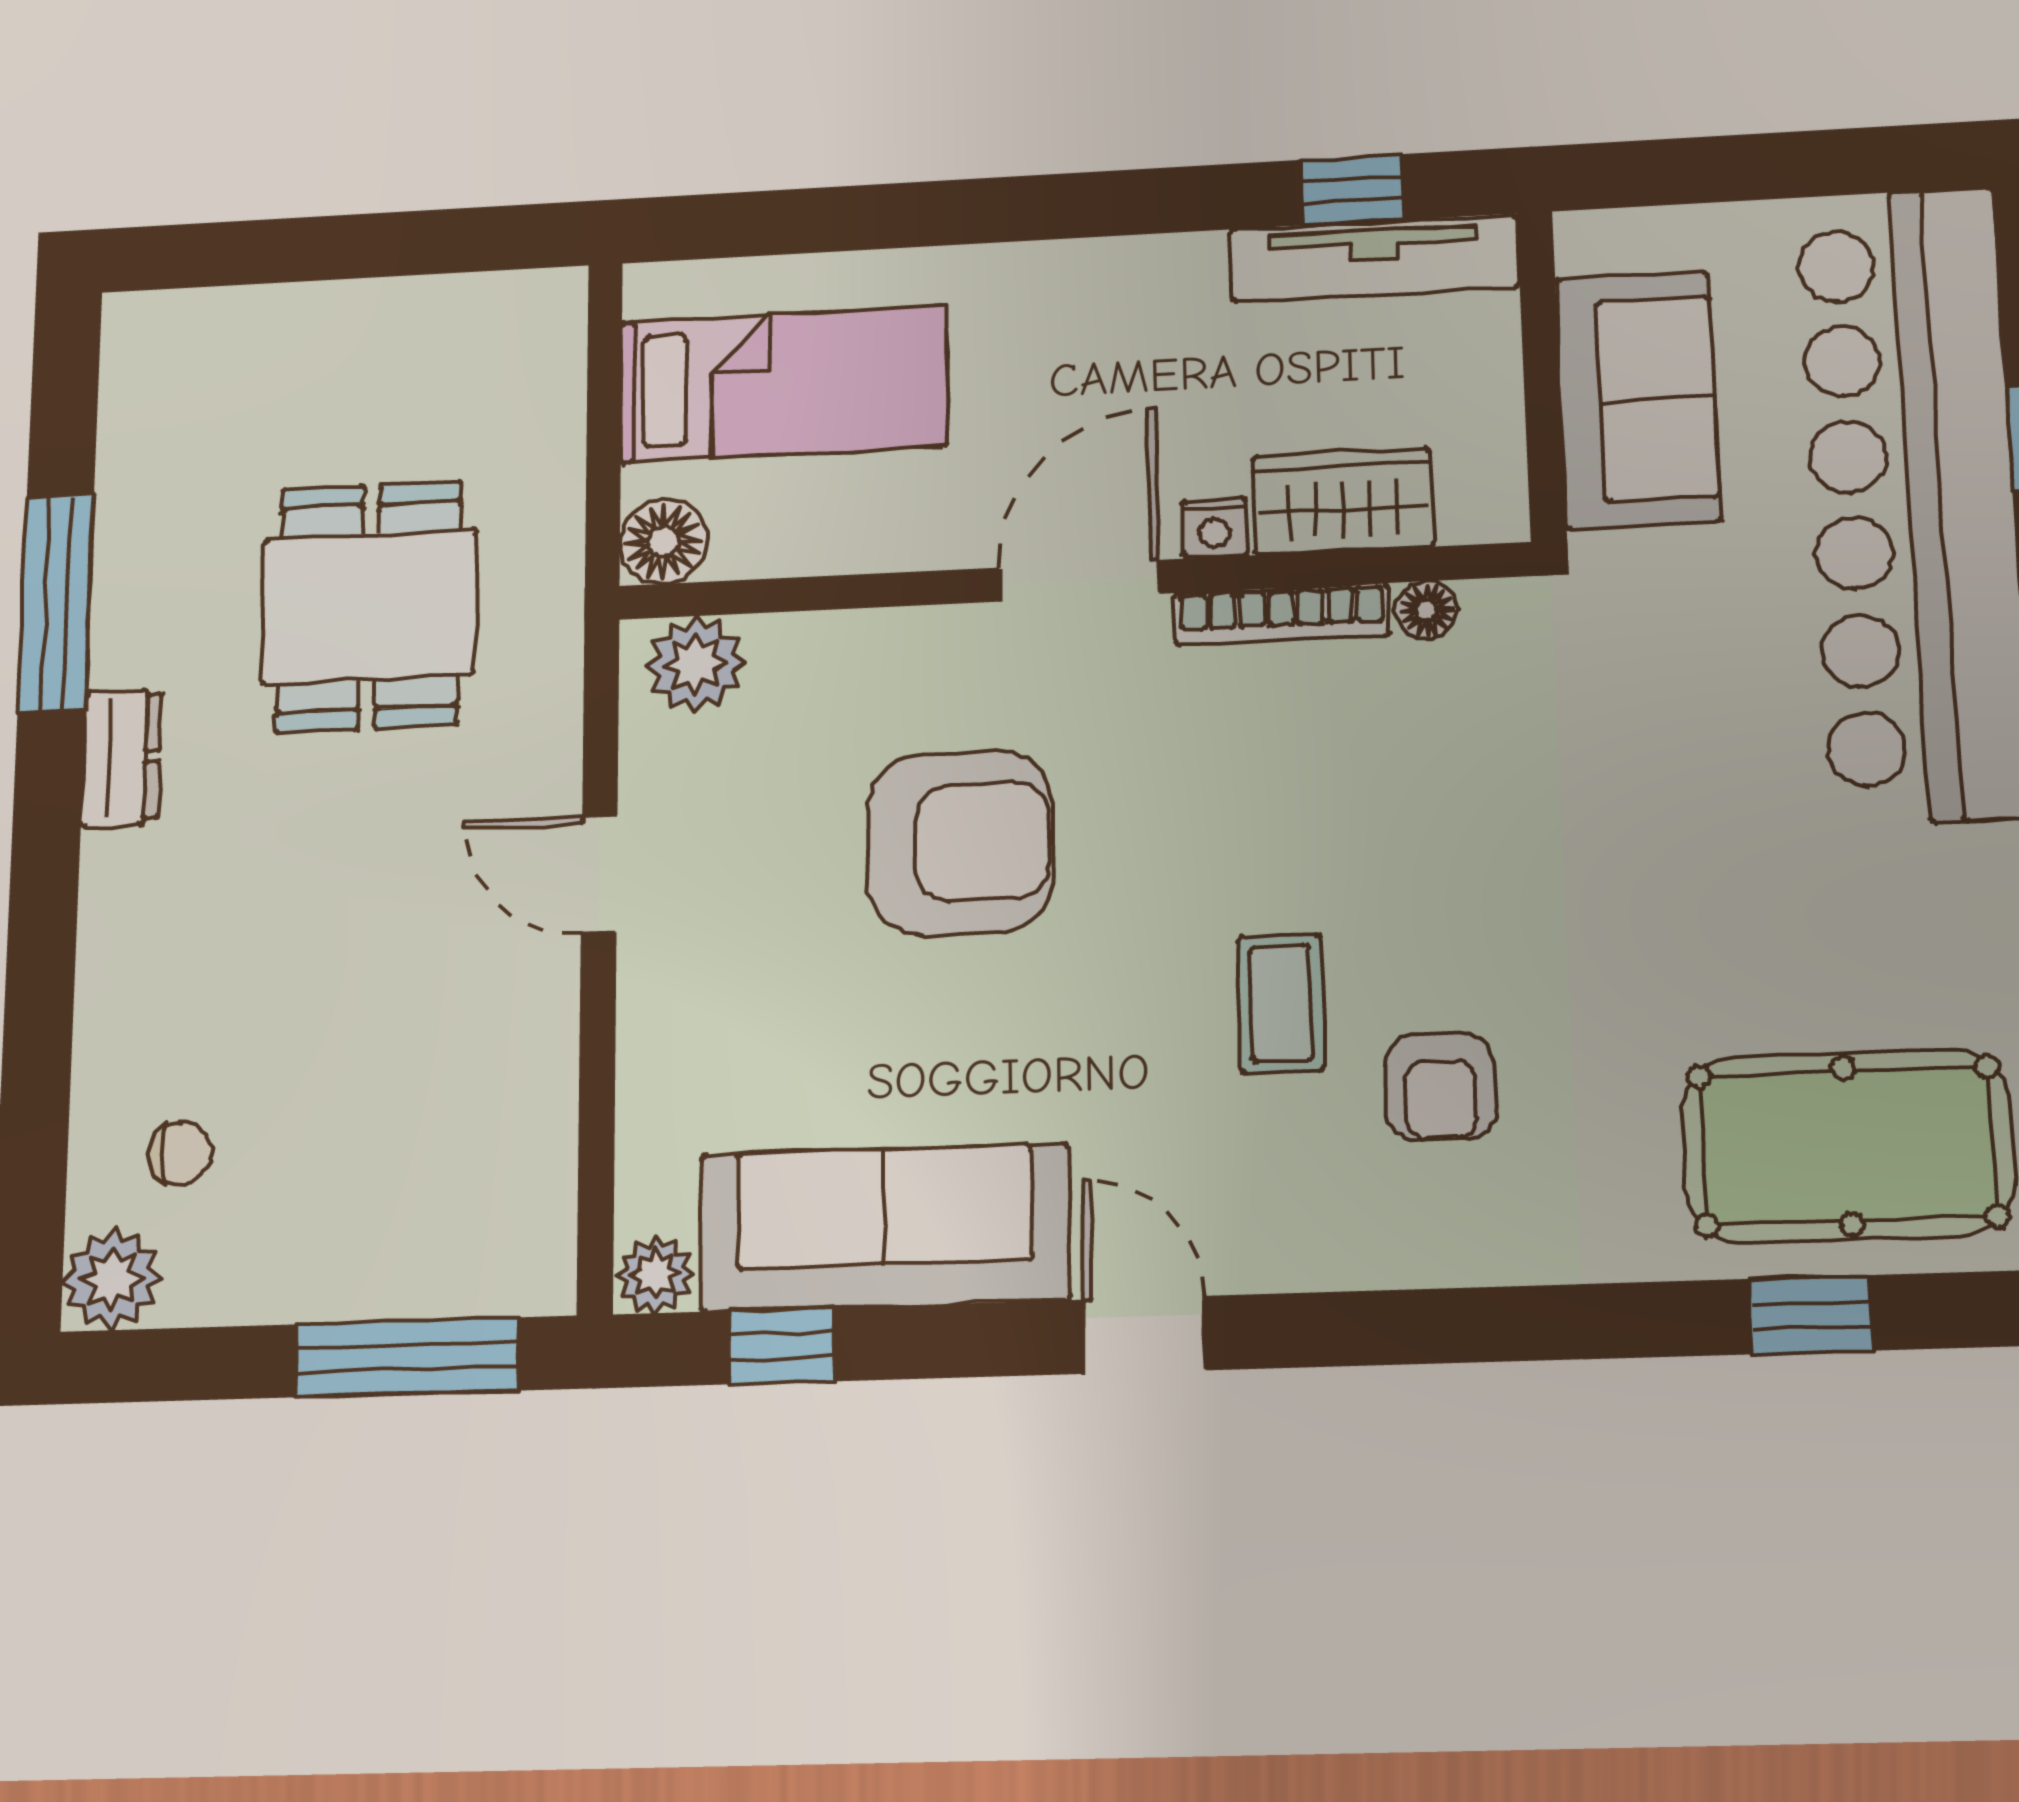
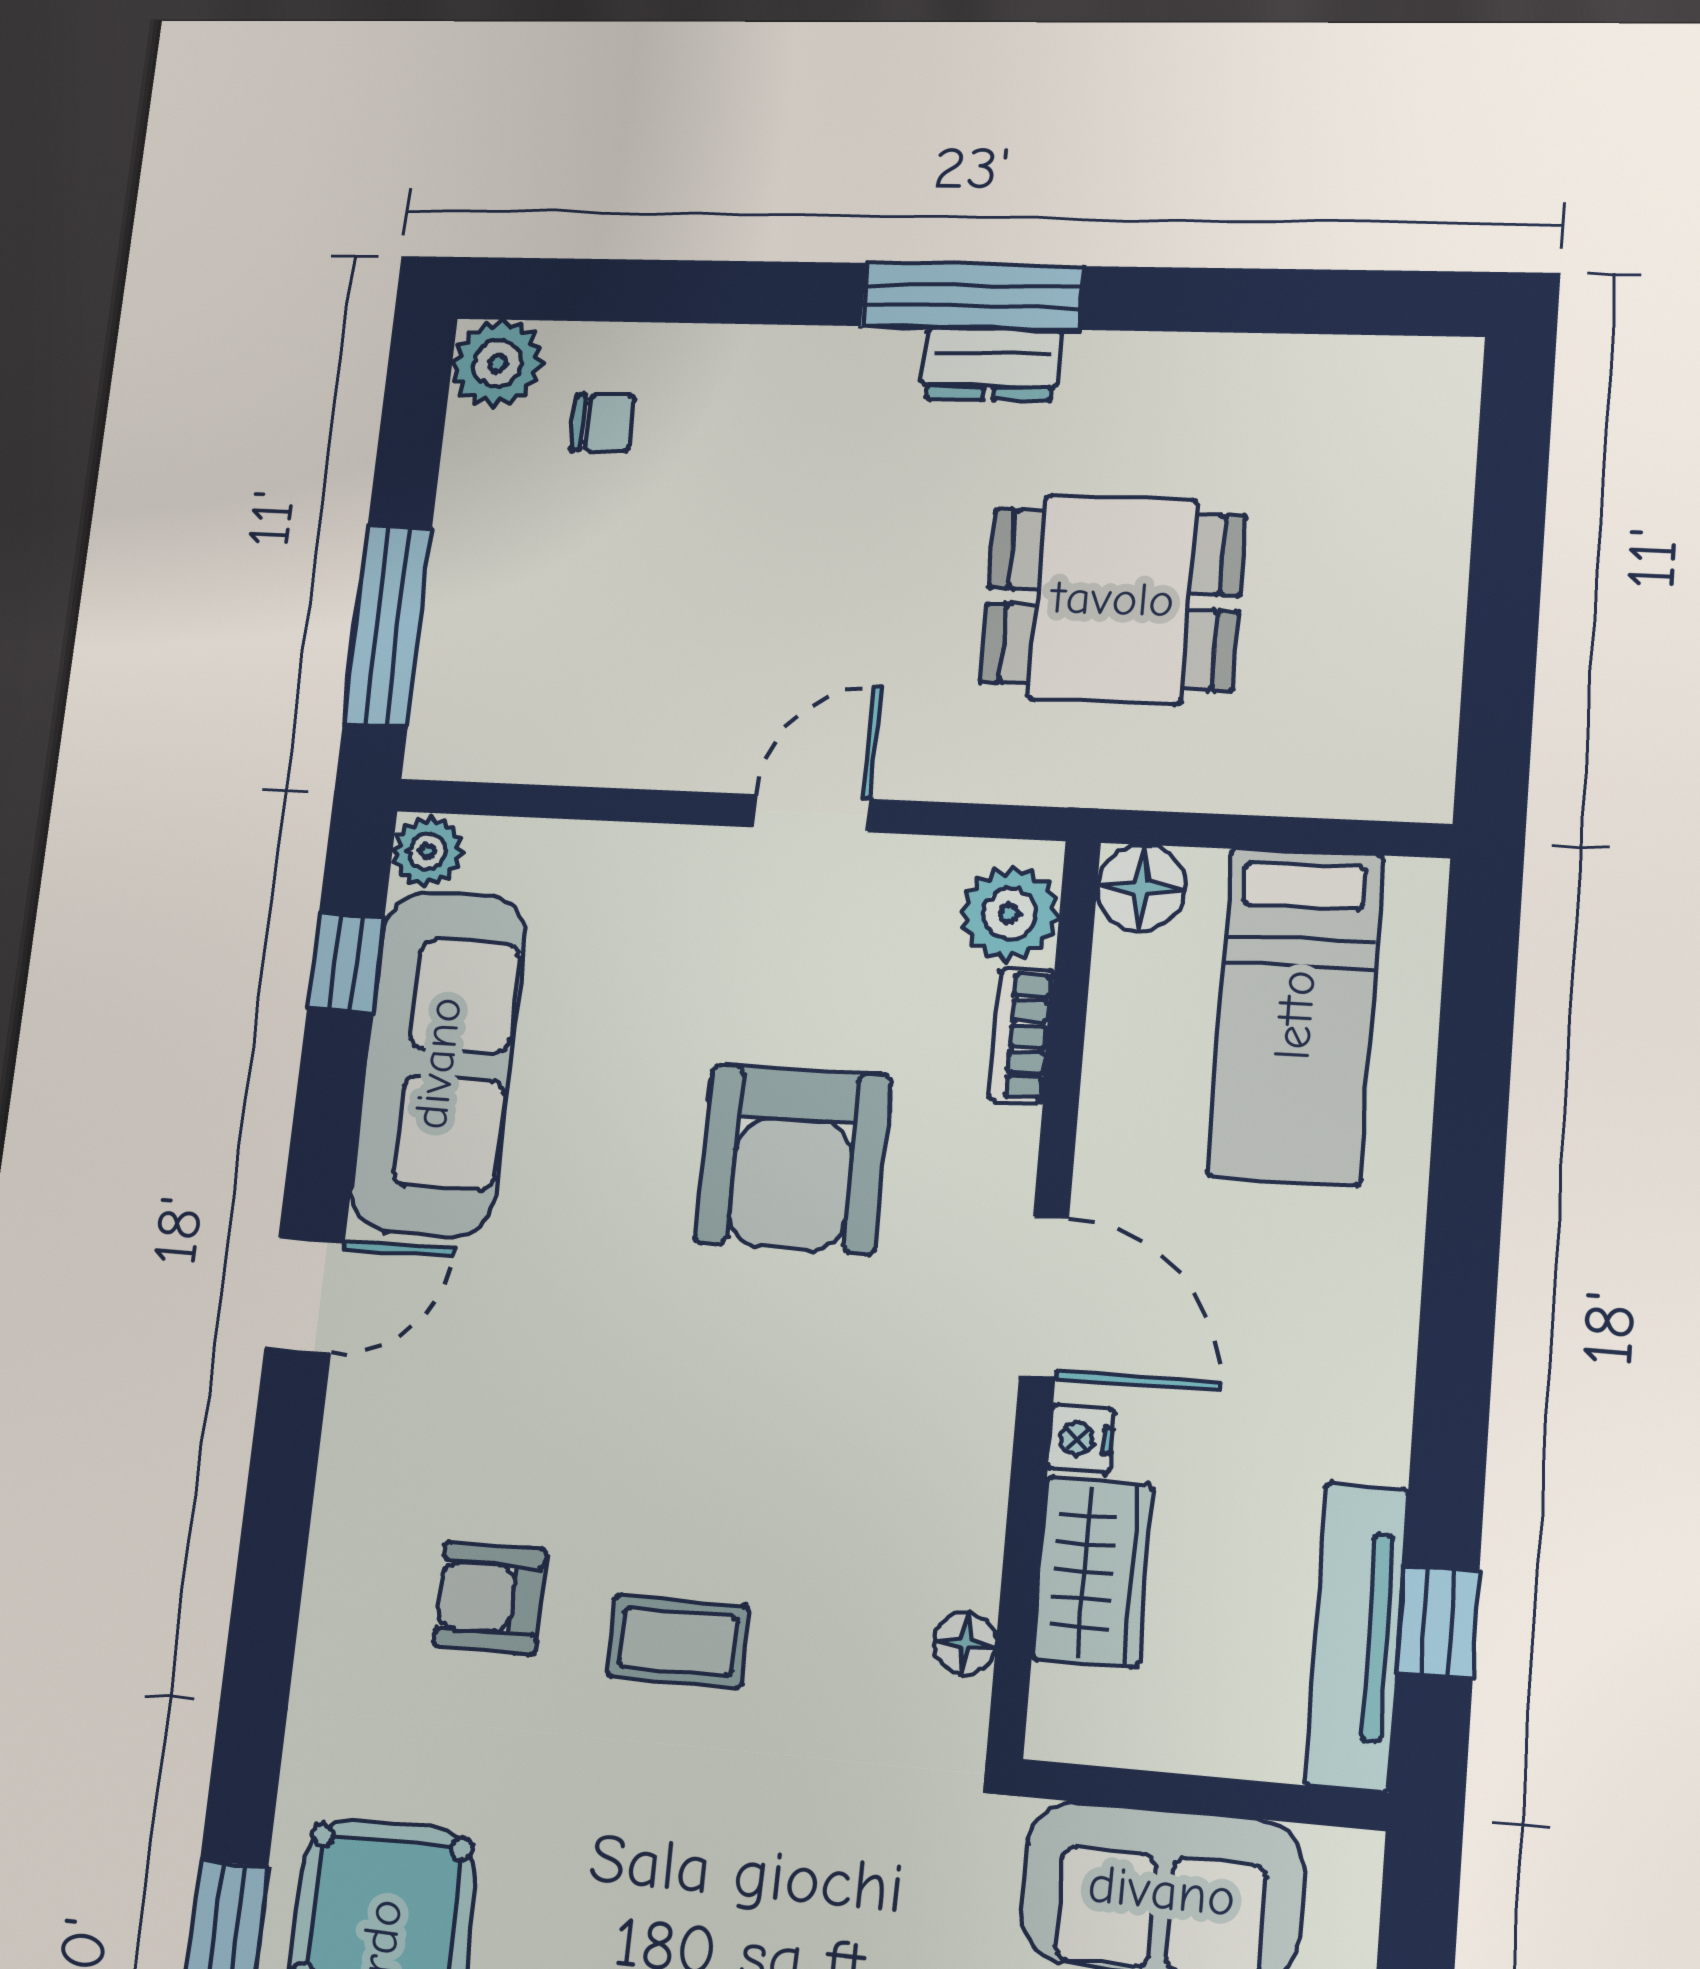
window: (56, 602) -> (972, 296), moved
bookcase: (1281, 614) -> (1021, 1036), moved, width x0.64
coffee table: (1281, 1004) -> (678, 1641), moved
chair: (180, 1153) -> (603, 423), turned -90

